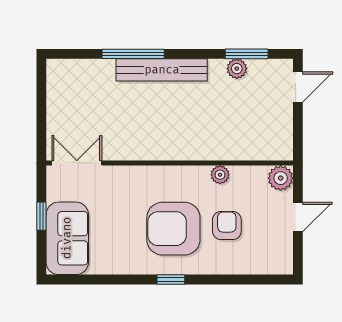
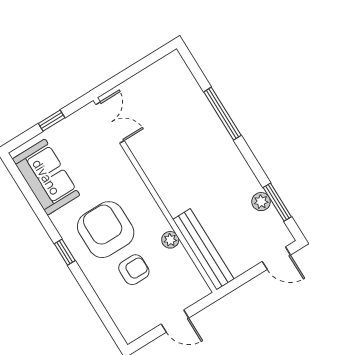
bench: (162, 70) -> (203, 249), moved
plant: (281, 178) -> (197, 289), removed
sofa: (67, 238) -> (46, 177), moved, turned -90

